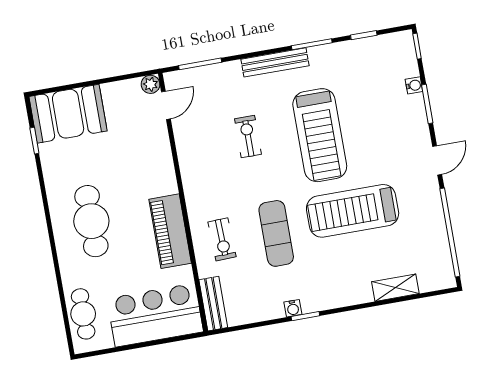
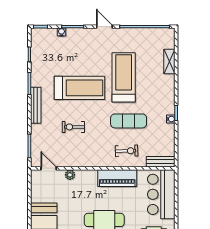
plant: (151, 84) -> (70, 175), moved
treadmill: (353, 211) -> (124, 77), turned 180

